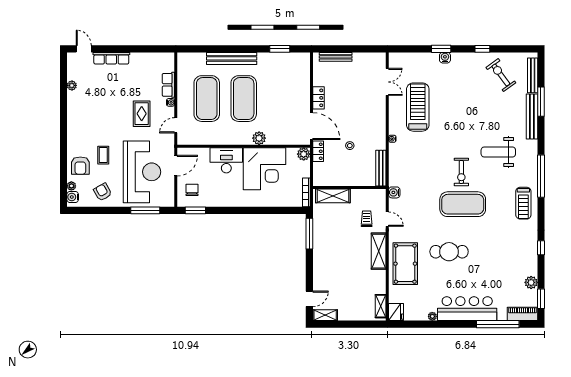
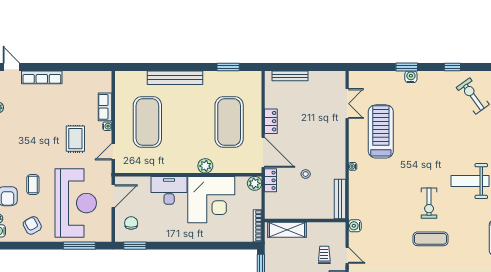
exercise mat: (244, 99) -> (229, 122), moved
exercise mat: (463, 204) -> (431, 239), width x0.50, depth x0.69

